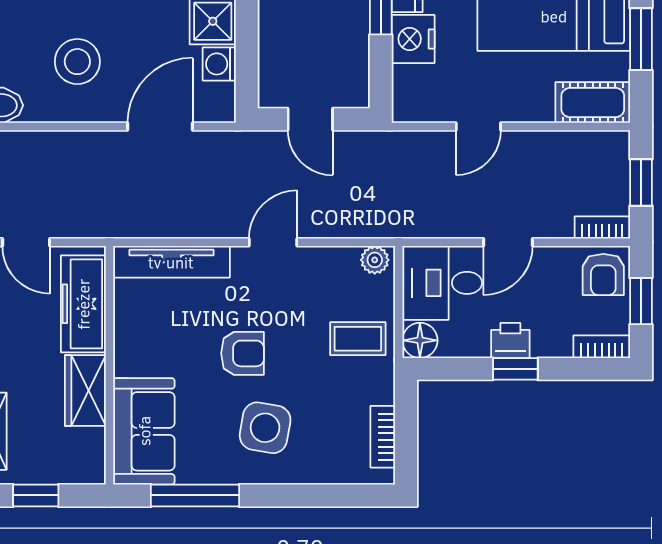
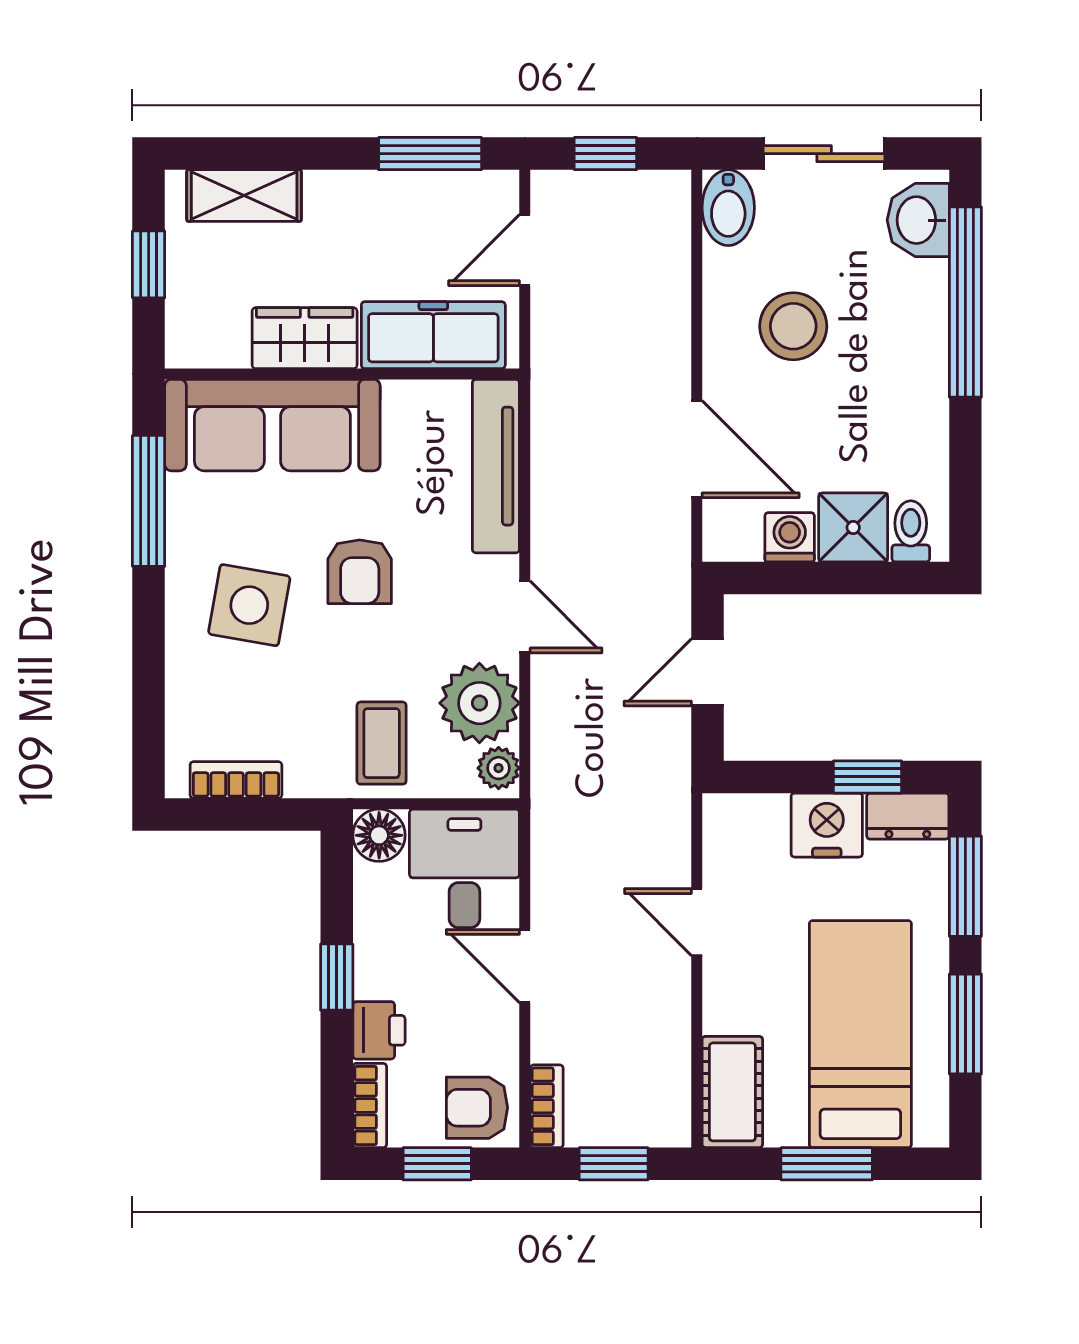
plant: (331, 273) -> (479, 703), added
printer: (510, 340) -> (379, 1030), moved
sofa: (144, 431) -> (272, 425), width x1.36

